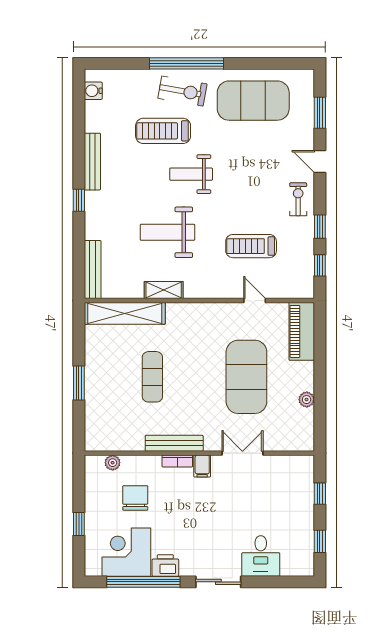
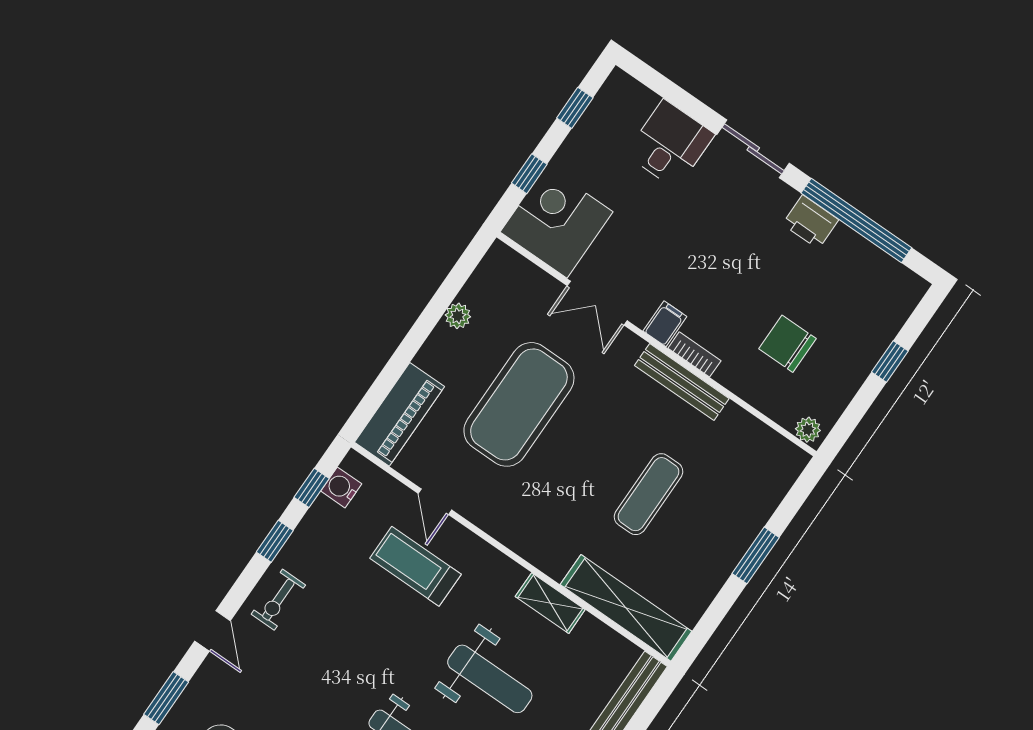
treadmill: (251, 246) -> (415, 566), moved, turned 180
water cooler: (305, 276) -> (341, 487), added
plant: (113, 463) -> (808, 430), moved
chair: (135, 498) -> (787, 344), turned 90
corner desk: (126, 552) -> (557, 222), moved, turned 180

